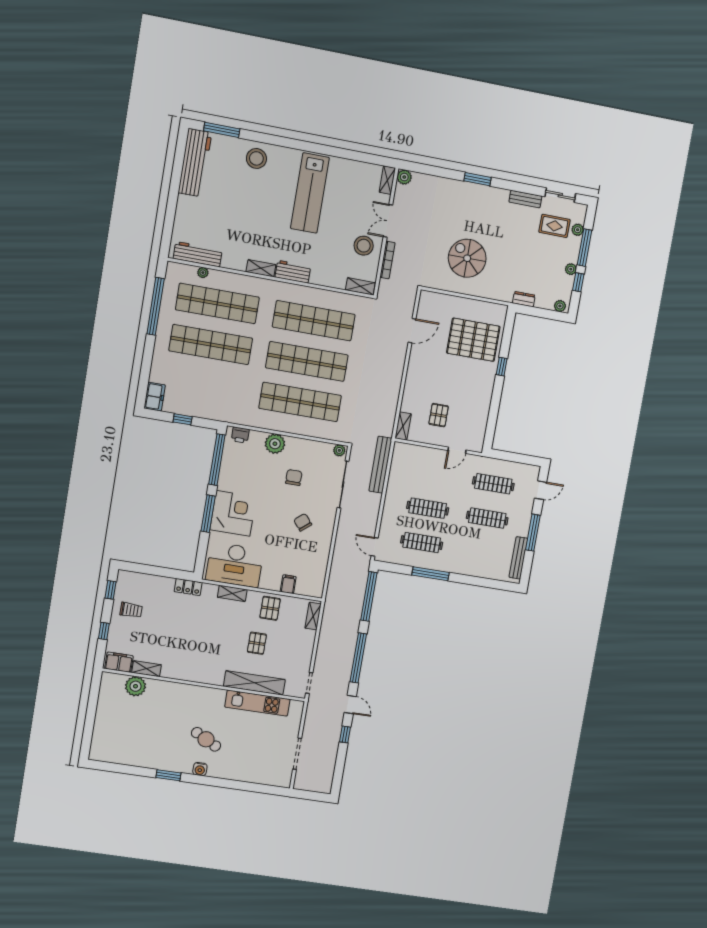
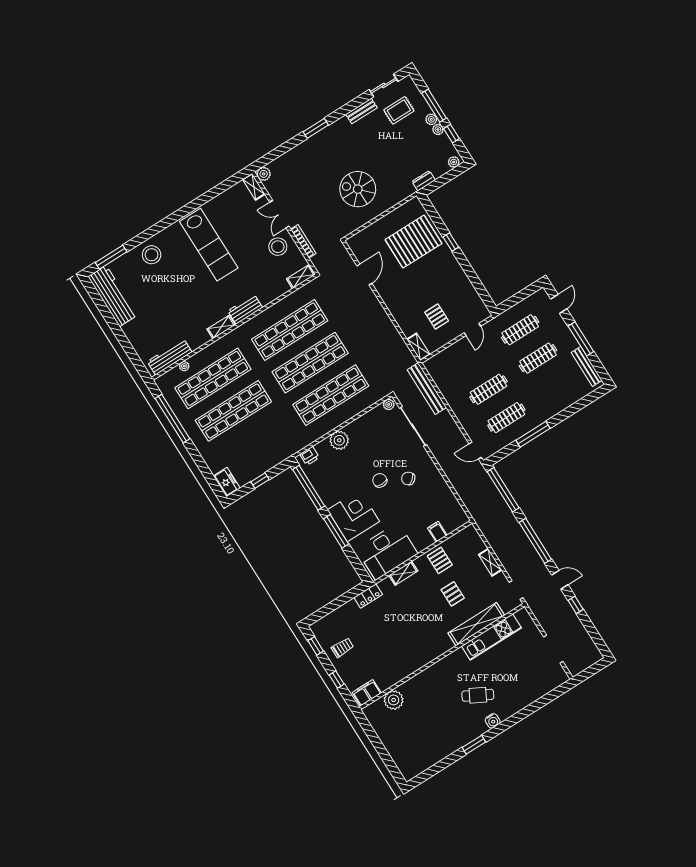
plant: (578, 230) -> (431, 119), moved
chair: (294, 477) -> (380, 480), moved
shelving: (313, 616) -> (490, 562), moved
shelving: (146, 669) -> (390, 681), removed

